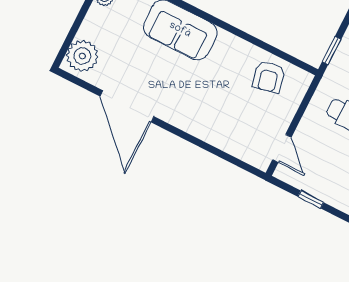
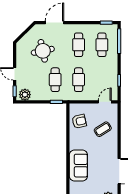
coffee table: (229, 116) -> (103, 129), added

